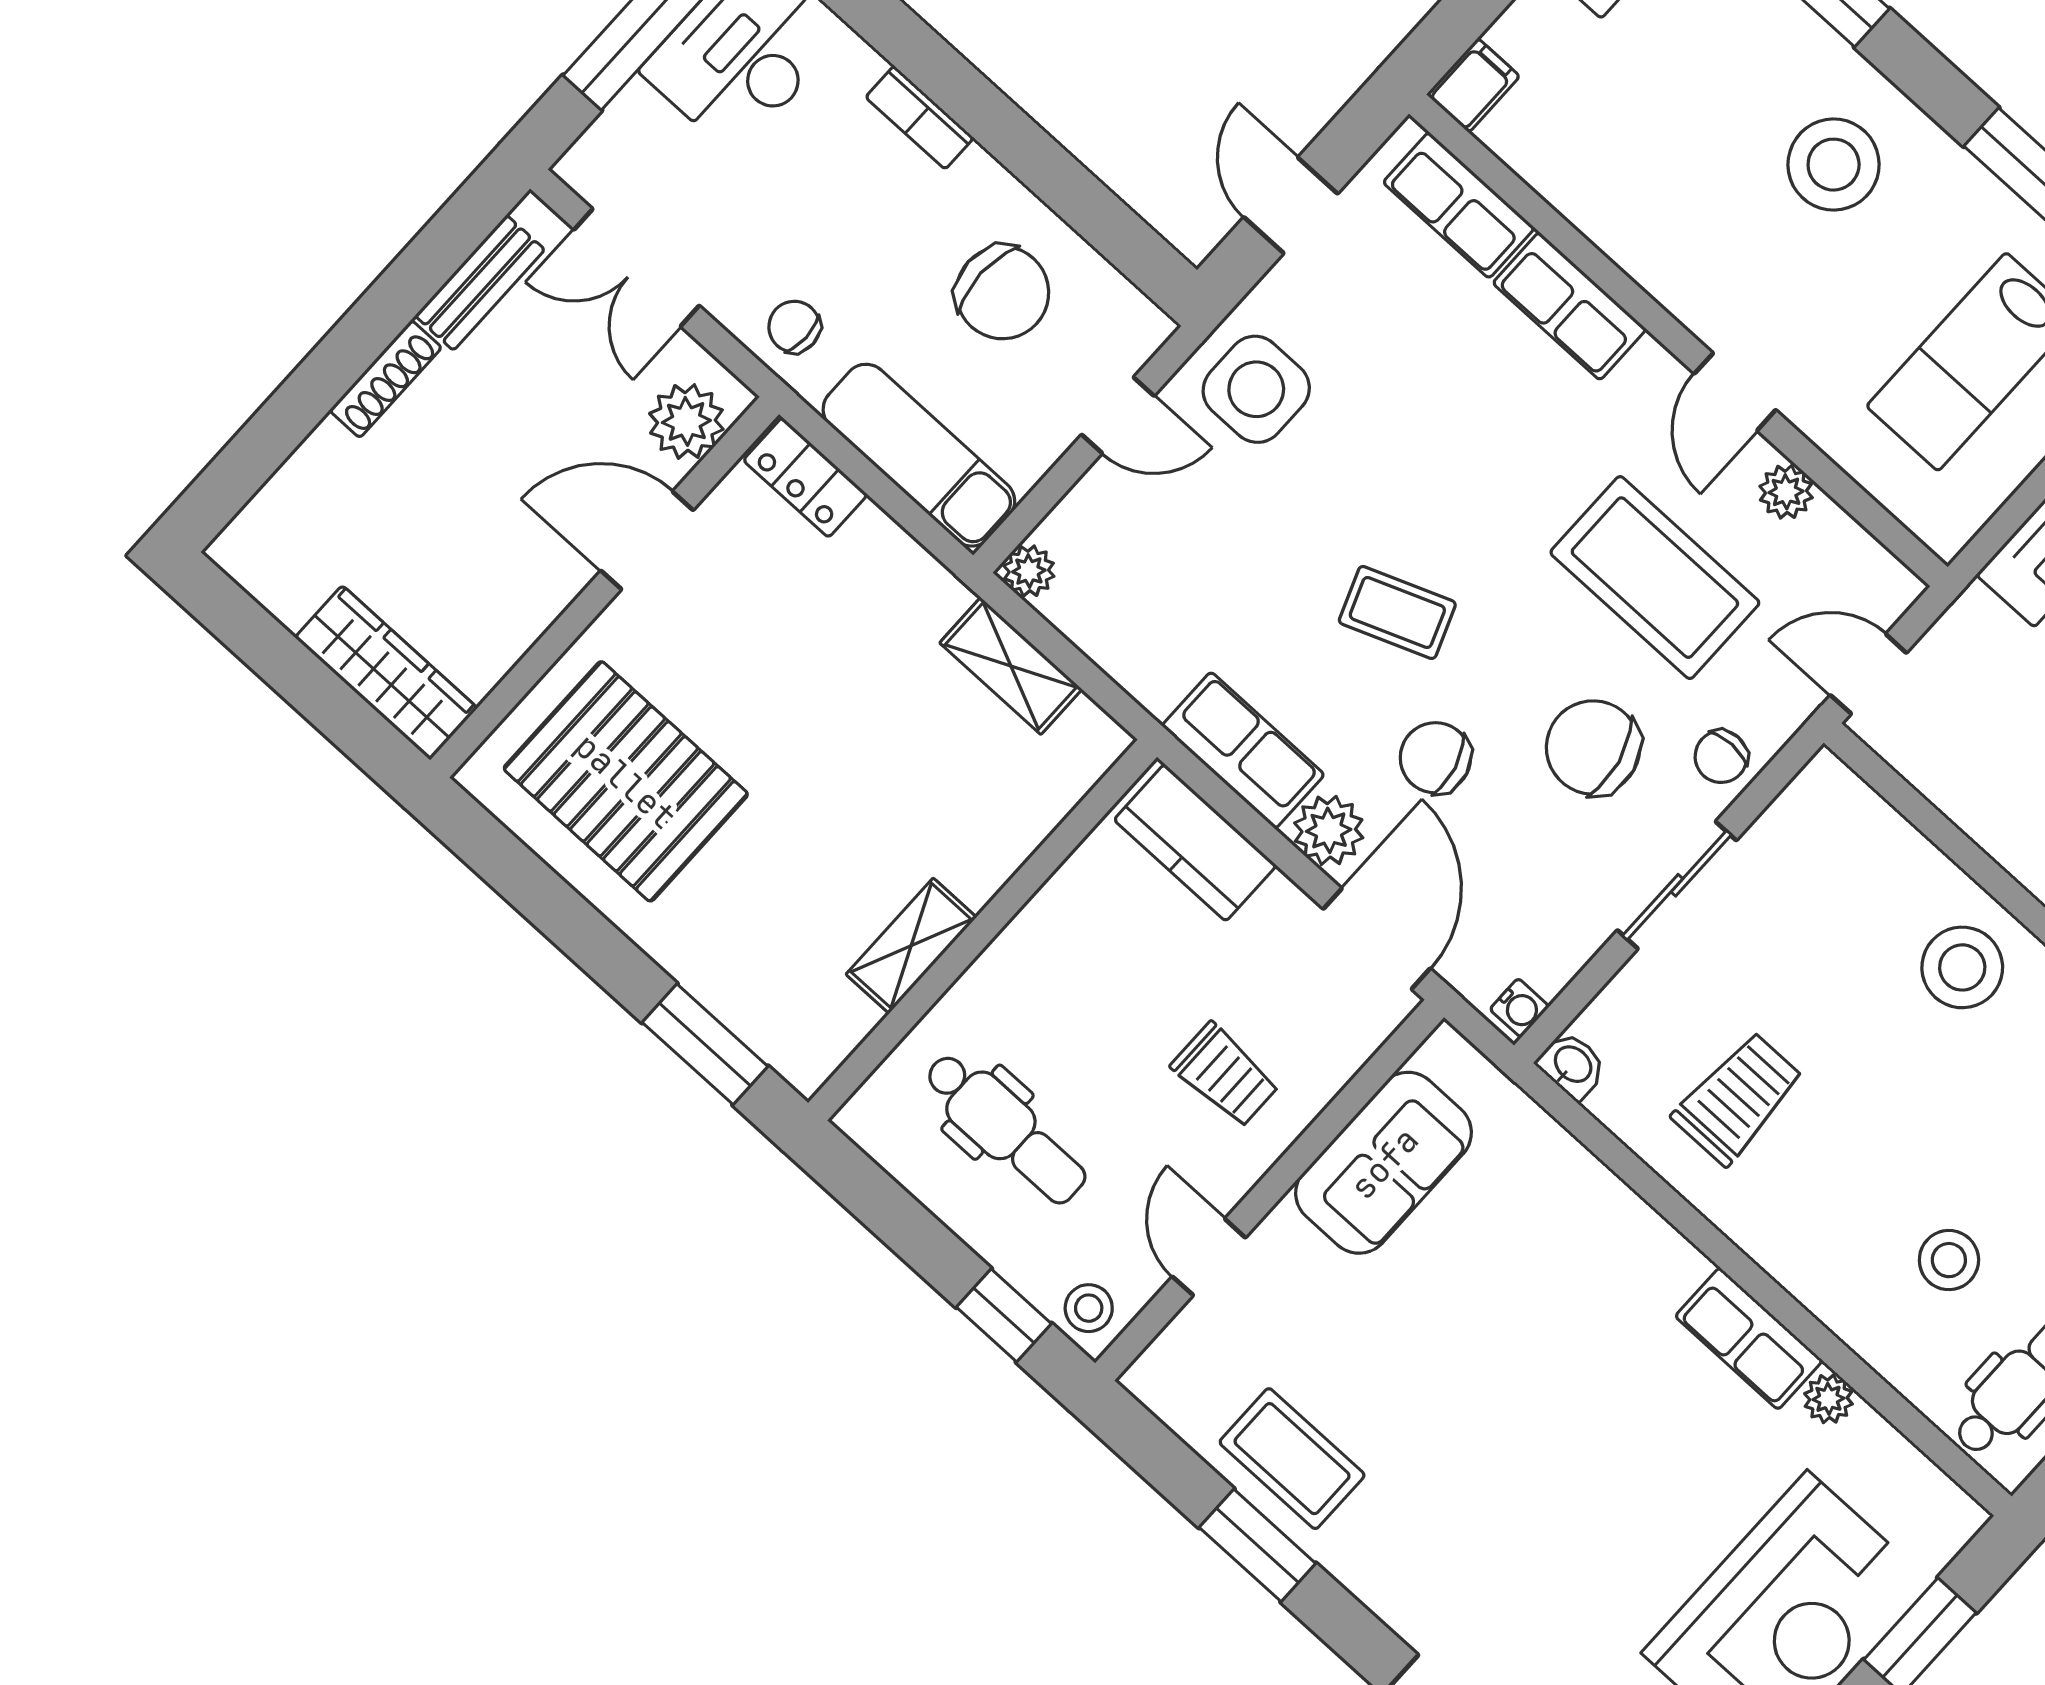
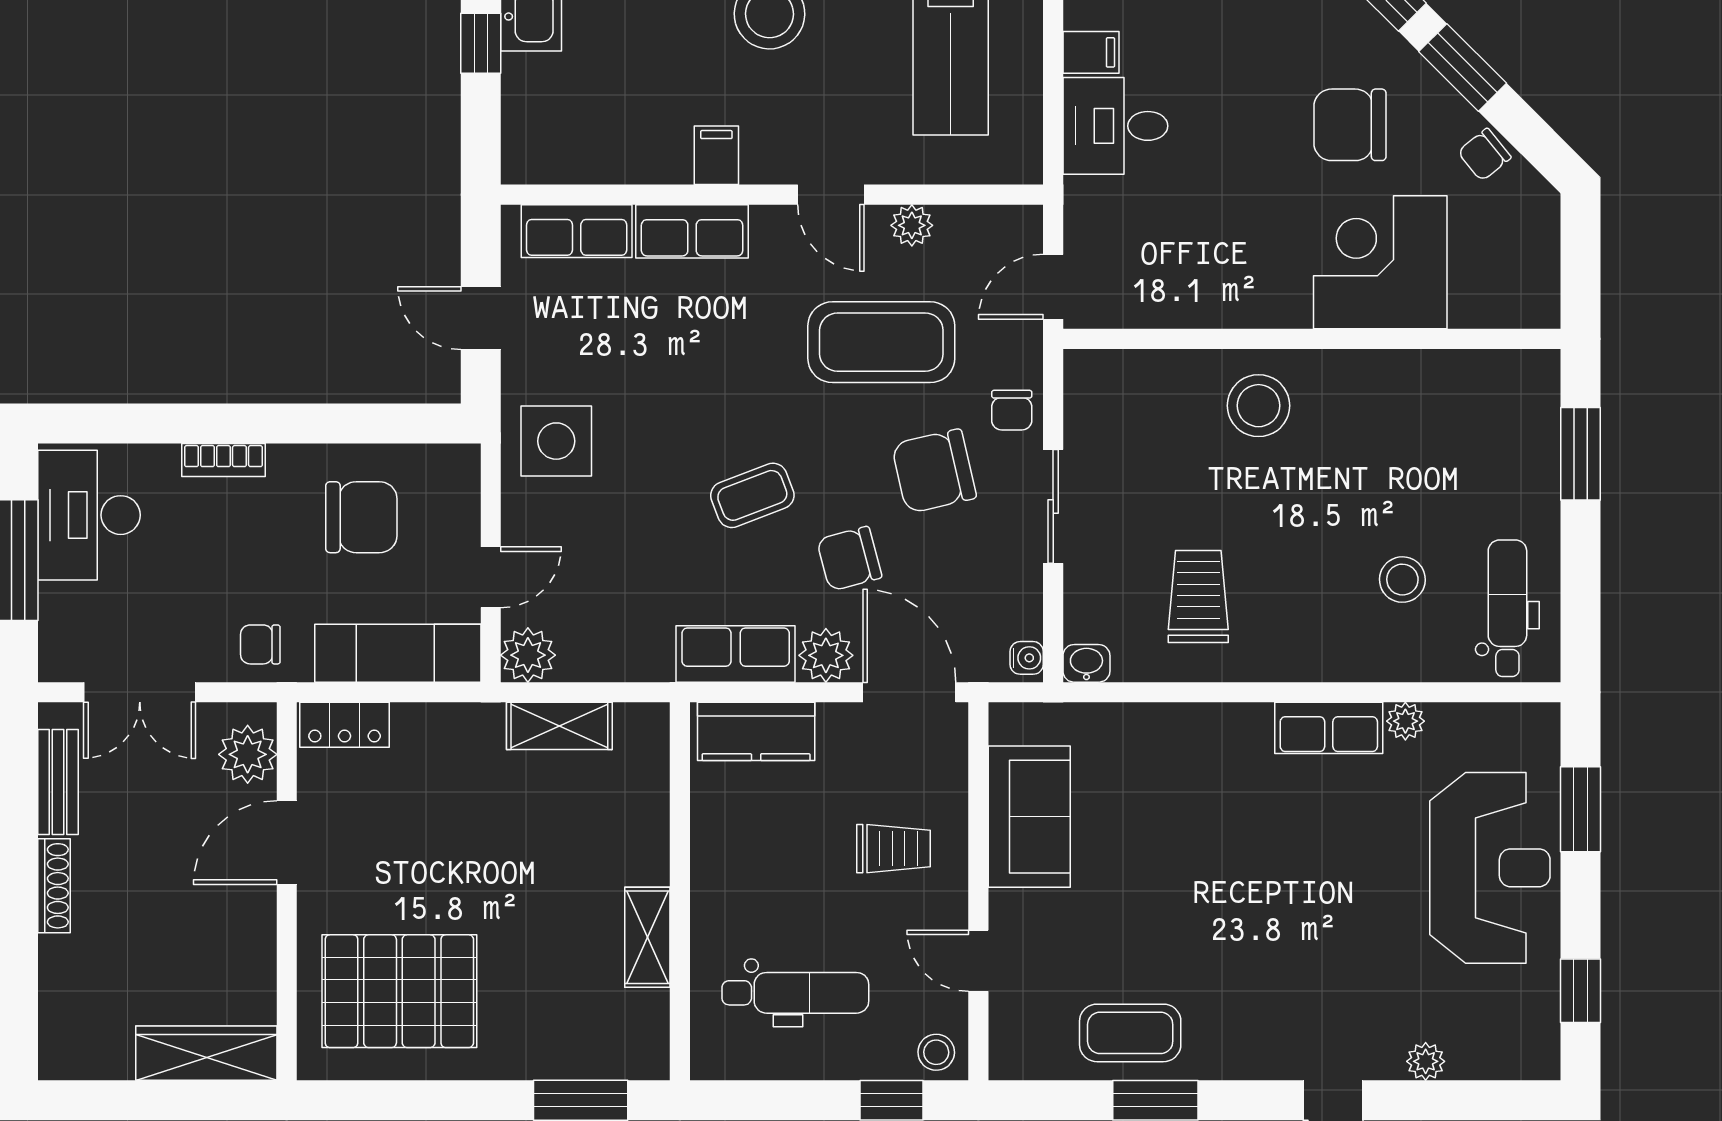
filing cabinet: (1473, 85) -> (716, 155), moved
door: (1118, 415) -> (491, 577), moved
plant: (1029, 571) -> (528, 655), width x1.38, depth x1.38

